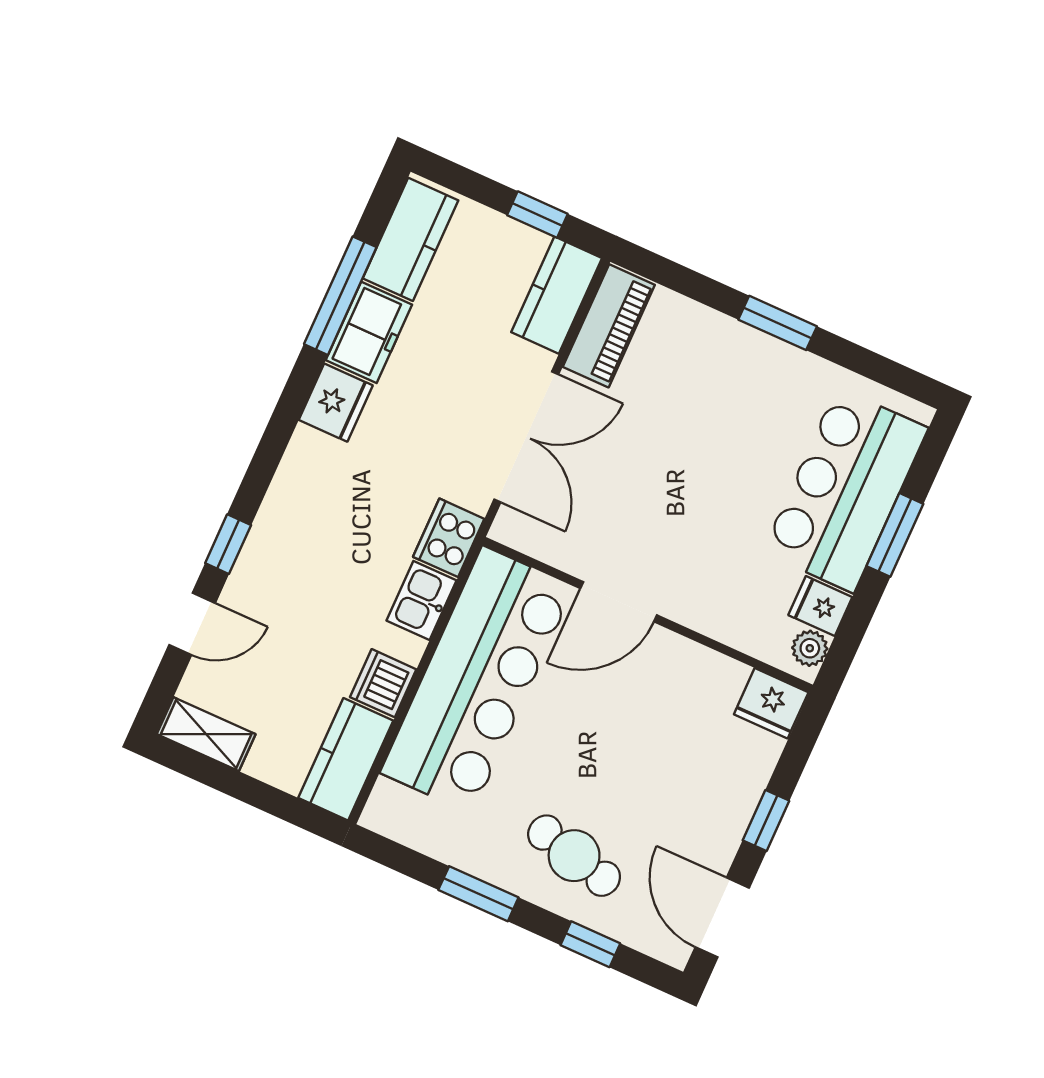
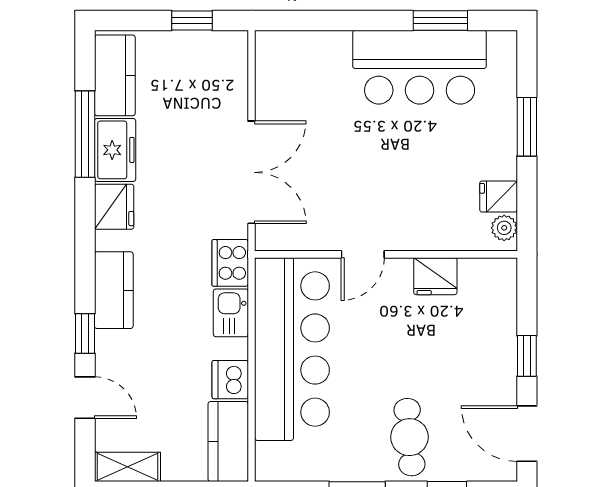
kitchen counter: (557, 295) -> (114, 290), moved, turned 180
window: (778, 323) -> (440, 21), moved
piano: (609, 326) -> (273, 73), removed
bar counter: (845, 490) -> (420, 67), moved, turned -90
door: (619, 602) -> (363, 254), width x0.73
door: (192, 624) -> (85, 398), hinge flipped
fridge: (771, 703) -> (435, 276), moved
cafe table: (574, 856) -> (409, 437), turned 71

